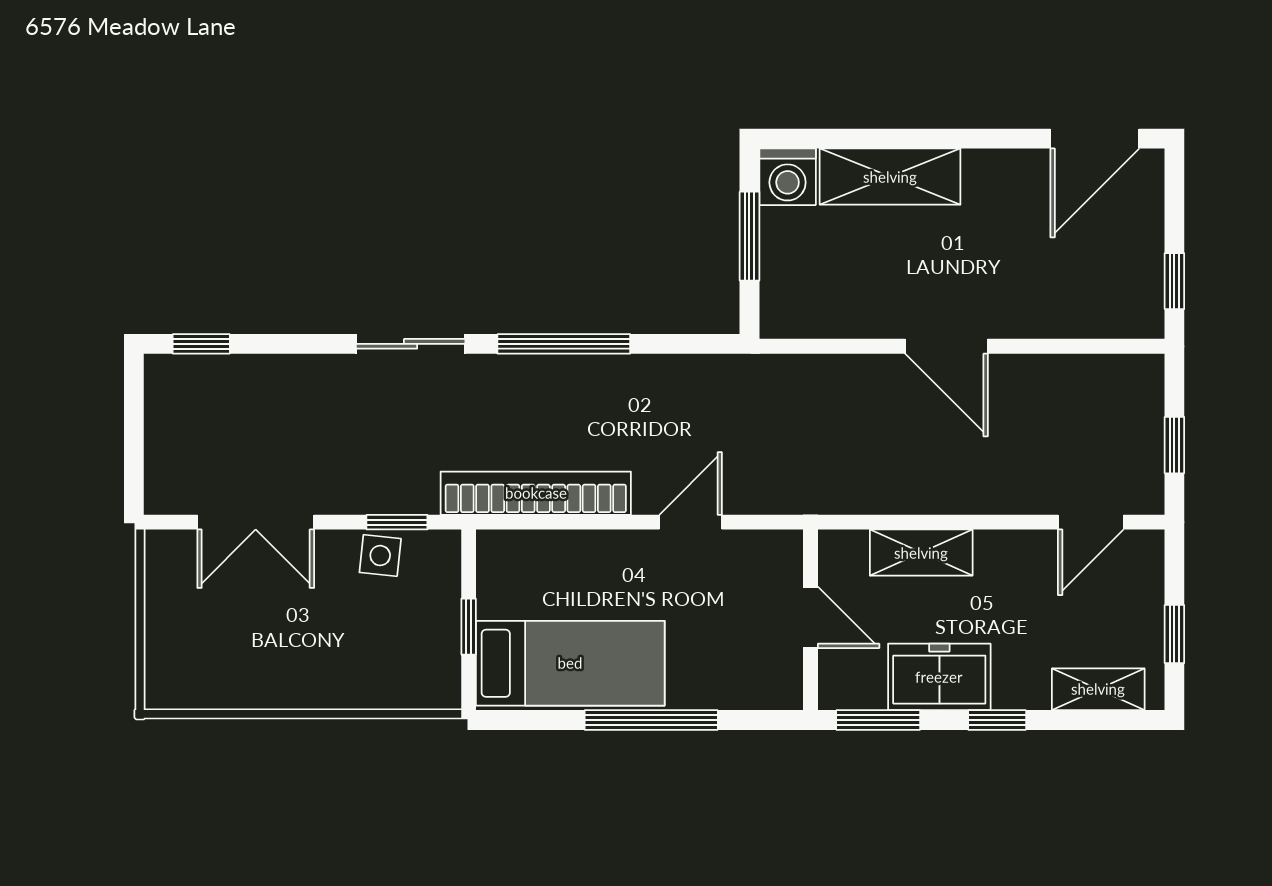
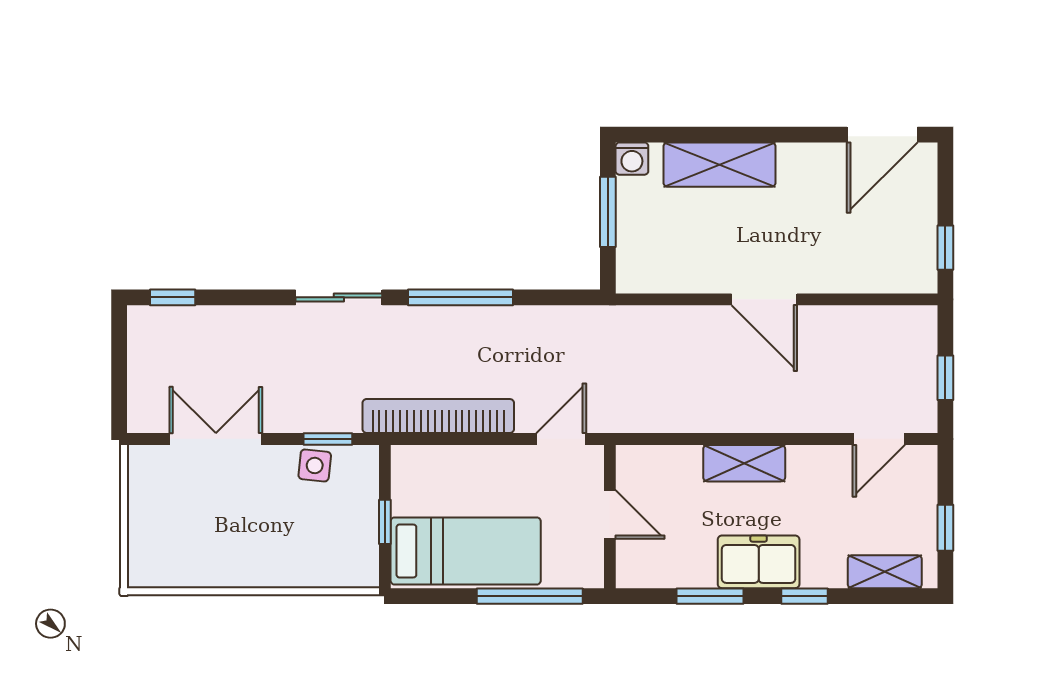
washing machine: (788, 177) -> (632, 159), width x0.73, depth x0.73
double door: (256, 522) -> (216, 439), swing flipped
door: (811, 617) -> (610, 515), moved
wall: (811, 620) -> (610, 517), moved

